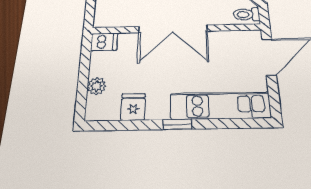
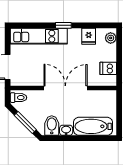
dishwasher: (104, 42) -> (108, 68), moved
plant: (97, 86) -> (111, 38), moved

